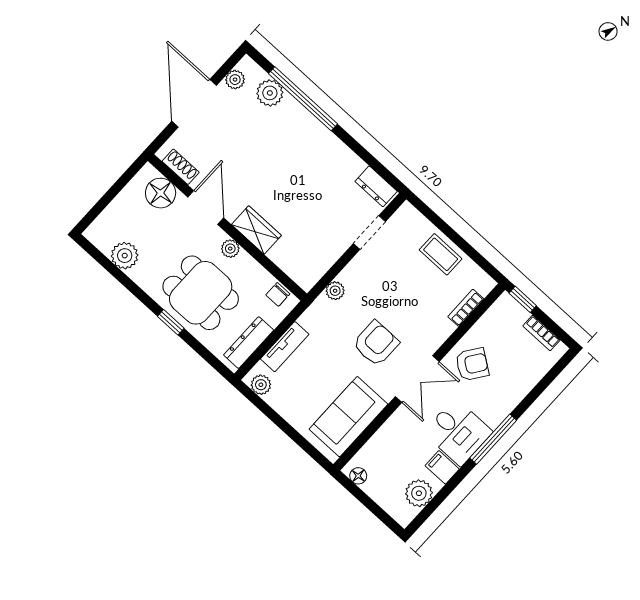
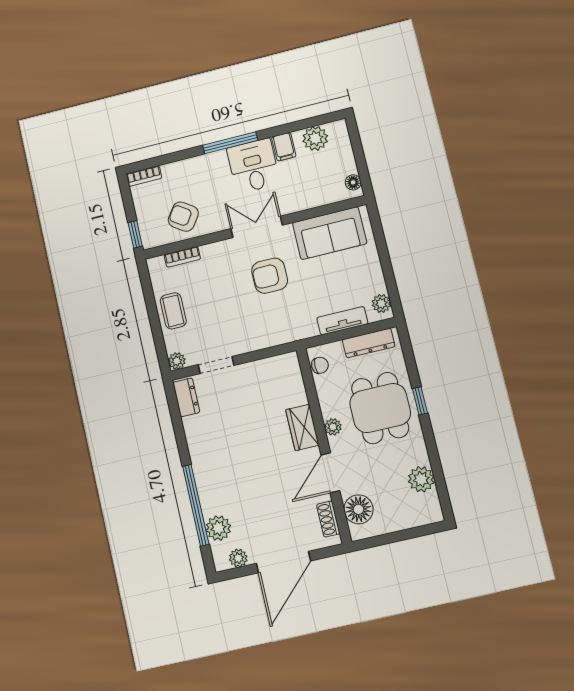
plant: (335, 291) -> (177, 361), moved
bookcase: (541, 333) -> (144, 176), moved, turned 90
armchair: (472, 364) -> (183, 217), moved

